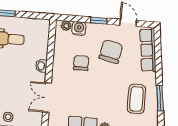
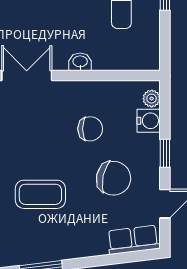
row of seats: (148, 50) -> (133, 240), width x0.68
coffee table: (136, 99) -> (40, 194), moved

